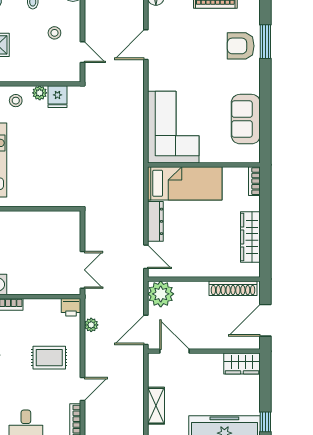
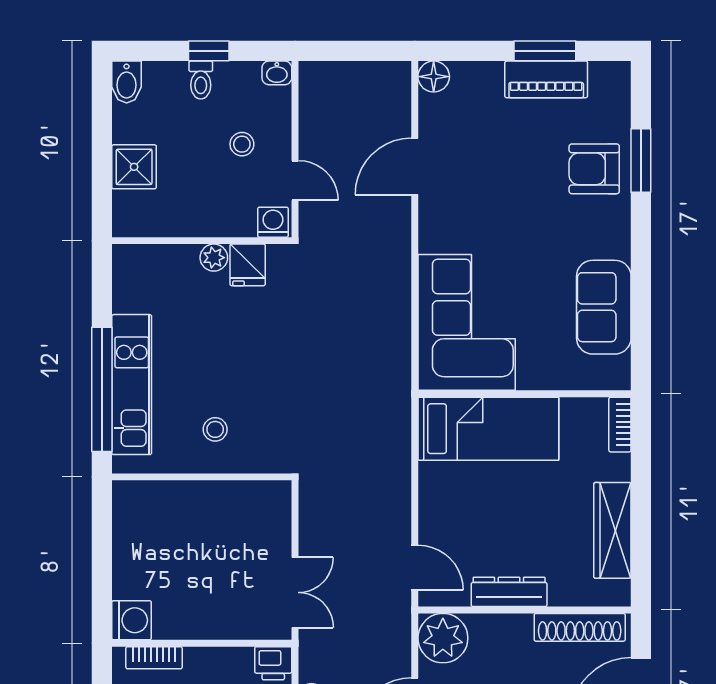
washing machine: (71, 74) -> (273, 222), added
stool: (16, 101) -> (215, 429), moved
dresser: (155, 221) -> (509, 592), moved, turned -90

